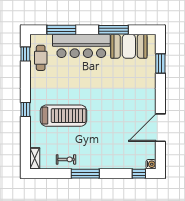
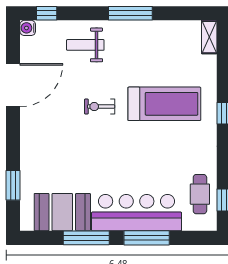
window: (61, 30) -> (147, 238), moved
treadmill: (63, 116) -> (164, 104), turned 180
weight bench: (114, 153) -> (85, 45), added
exercise bike: (66, 159) -> (100, 107), moved

